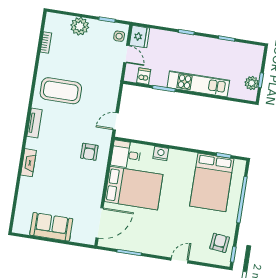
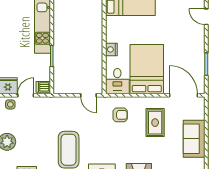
dishwasher: (144, 76) -> (43, 87), moved
rug: (75, 188) -> (155, 123), added

